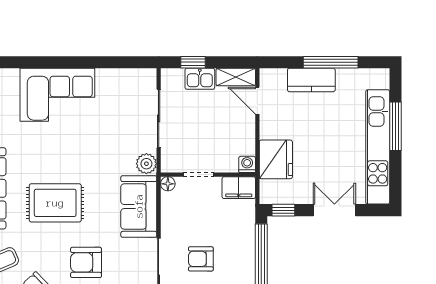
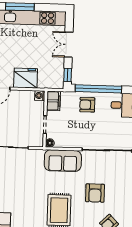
fridge: (276, 159) -> (26, 78), moved
plant: (146, 164) -> (37, 155), removed
armchair: (201, 259) -> (87, 105), moved, turned 90

